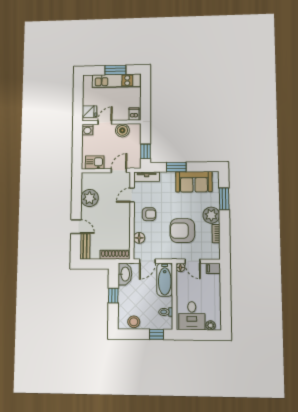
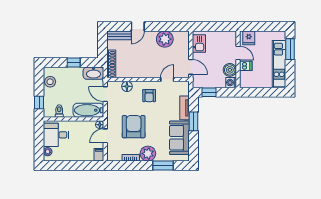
window: (115, 70) -> (290, 49), moved
dishwasher: (134, 114) -> (246, 66), moved
washing machine: (87, 130) -> (231, 83), moved
tv unit: (147, 177) -> (185, 108), moved
door: (132, 195) -> (167, 80), hinge flipped

